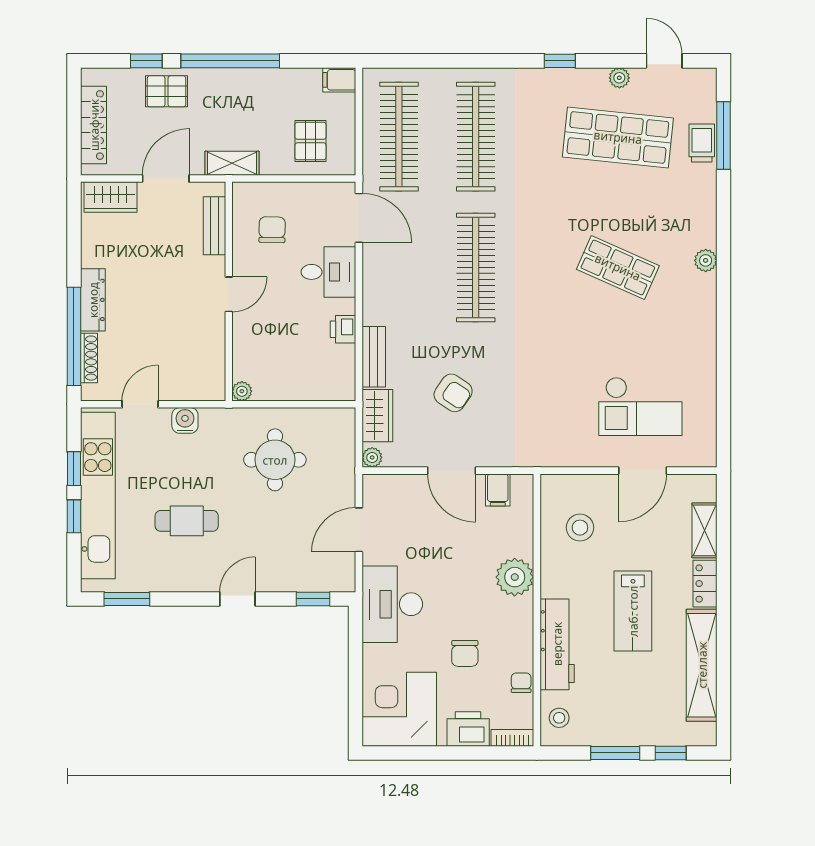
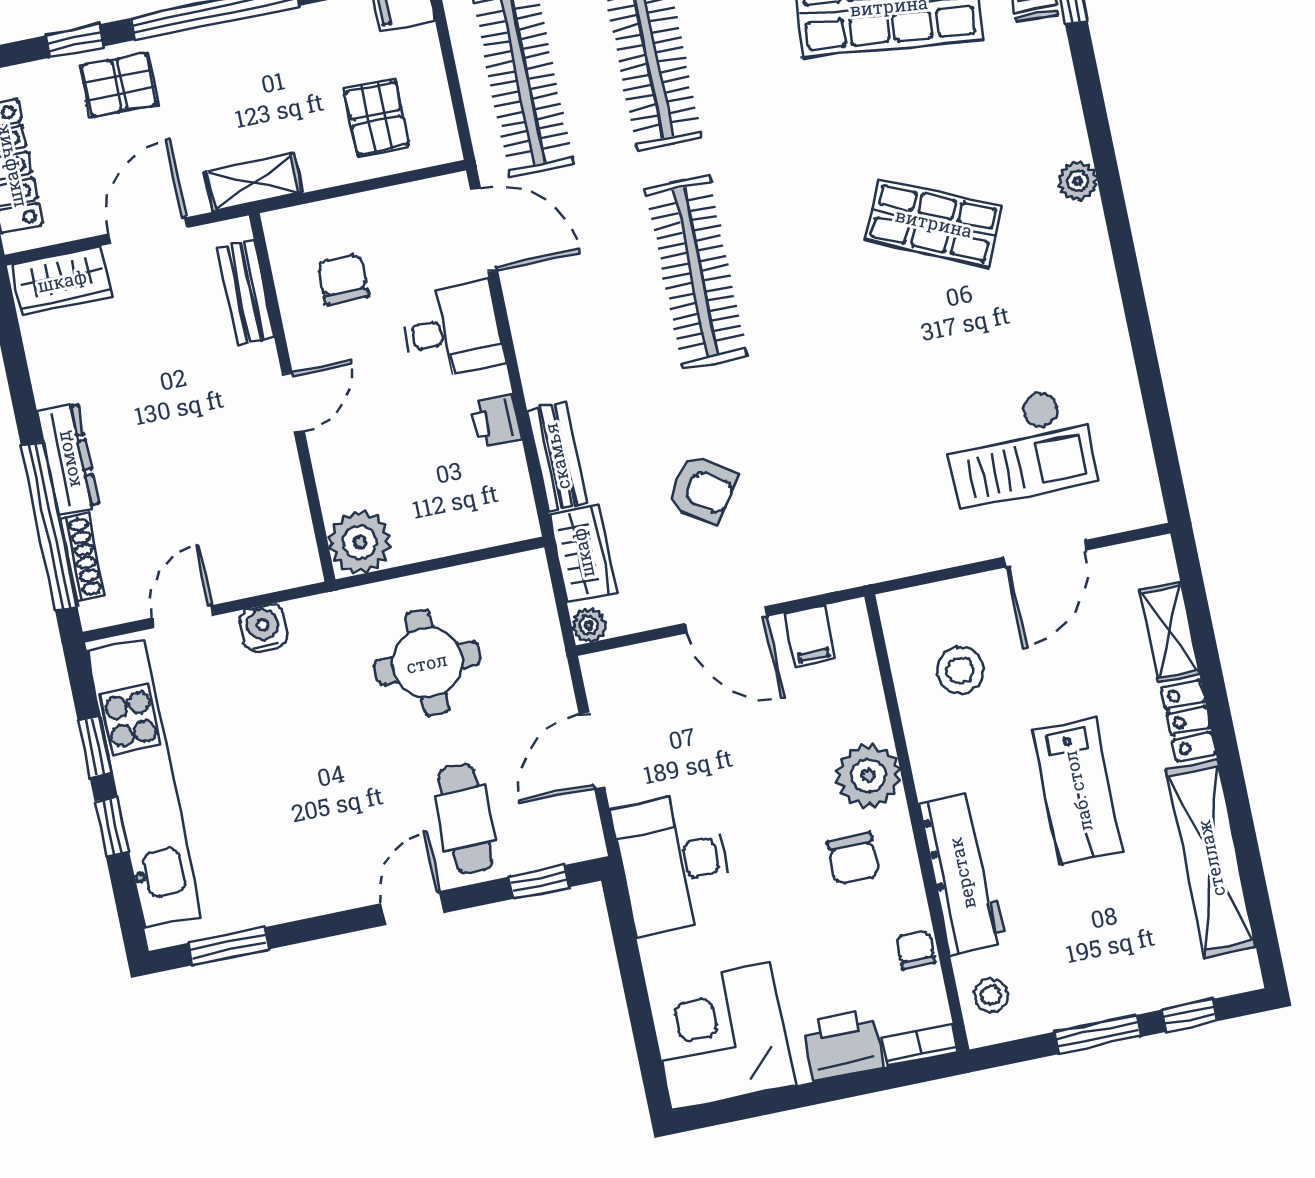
plant: (242, 391) -> (360, 542), width x1.88, depth x1.88
cafe table: (187, 521) -> (465, 819), moved, turned 90
chair: (465, 653) -> (853, 859), moved

